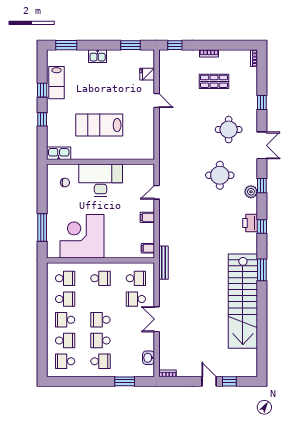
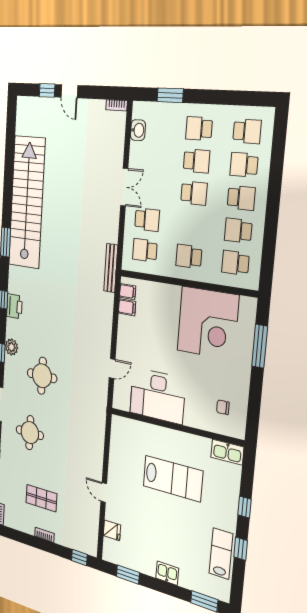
desk: (101, 180) -> (157, 396), moved
filing cabinet: (147, 217) -> (127, 307), moved

